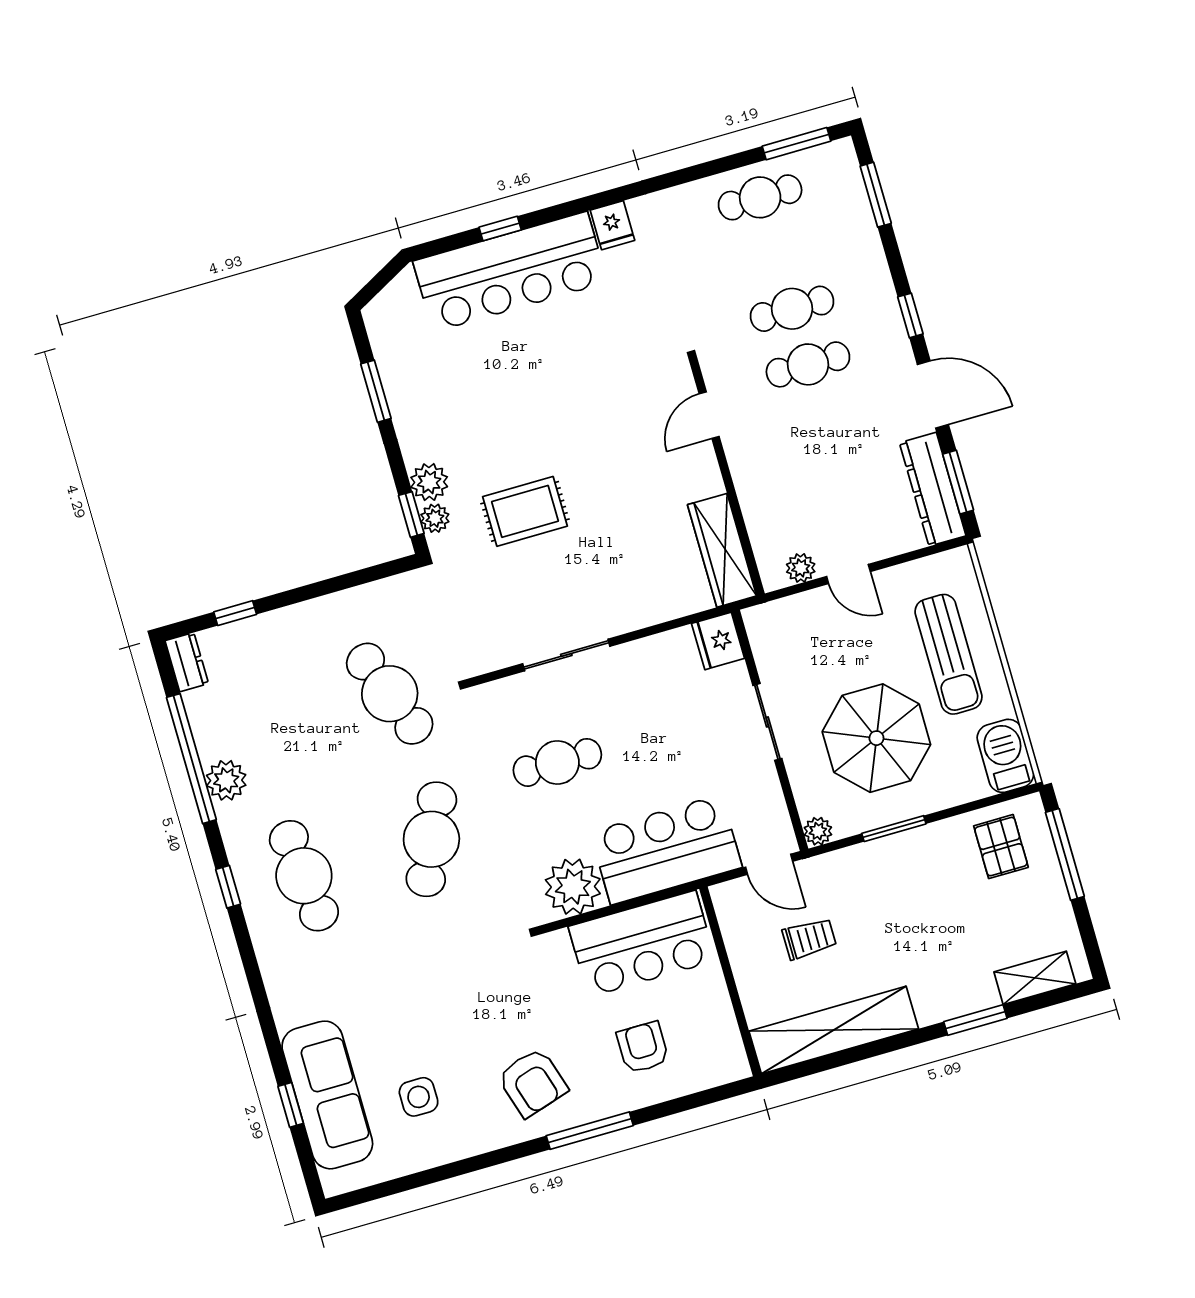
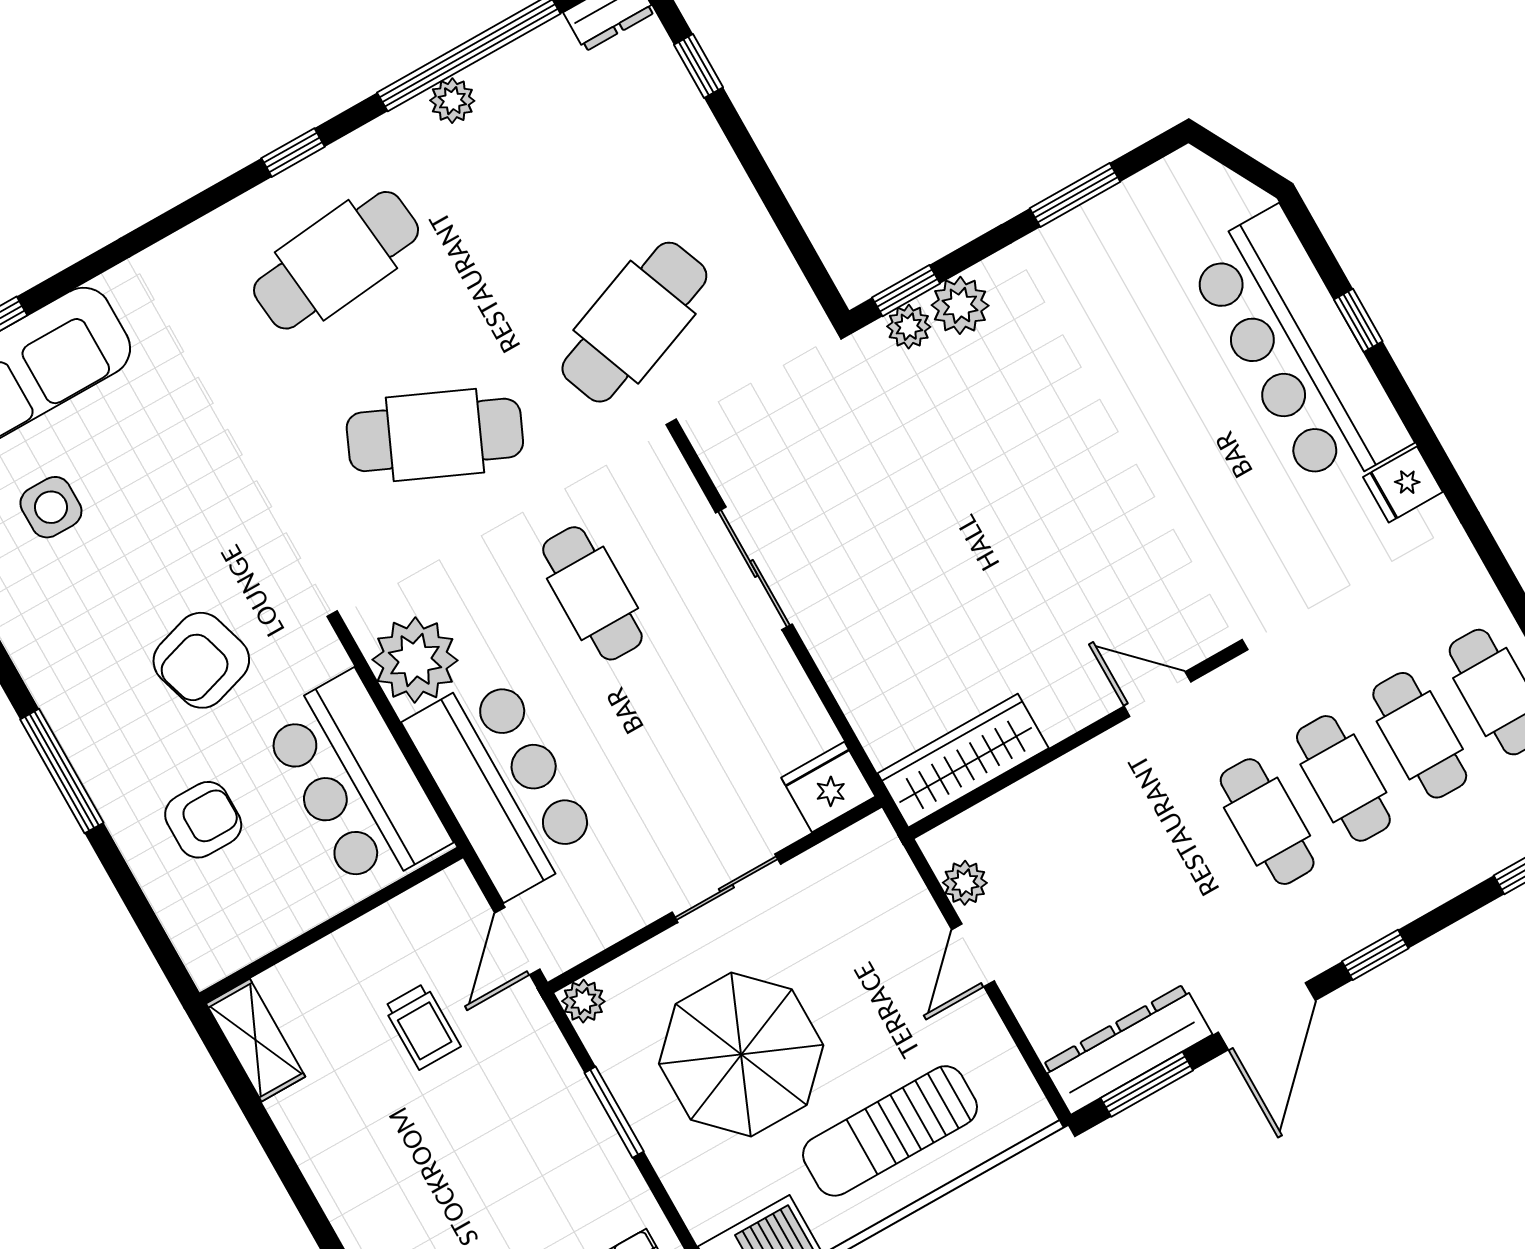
cafe table: (776, 253) -> (1420, 735), added
rug: (525, 511) -> (951, 457), removed
plant: (226, 780) -> (452, 101), width x0.73, depth x0.73
shelving: (834, 1030) -> (256, 1040), width x0.45, depth x0.75
armchair: (532, 1082) -> (201, 660), moved

